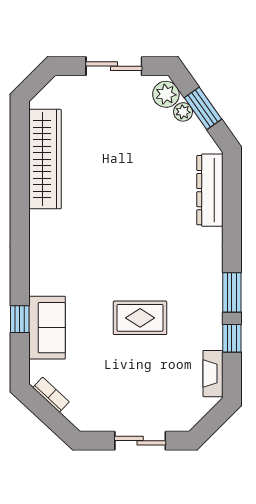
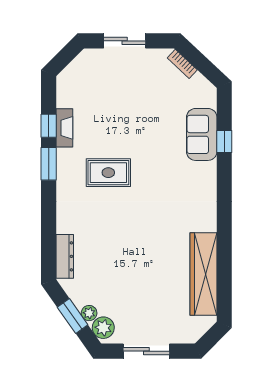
dresser: (210, 190) -> (65, 256), width x0.73, depth x0.80
rug: (140, 318) -> (108, 173), moved
fireplace: (213, 374) -> (64, 128), moved
bookcase: (51, 395) -> (182, 64), moved

